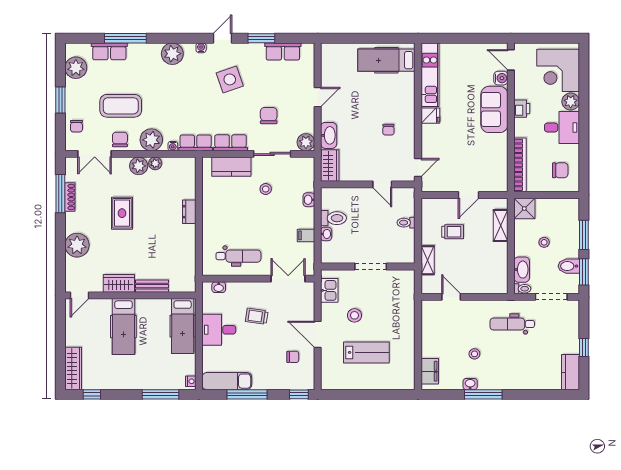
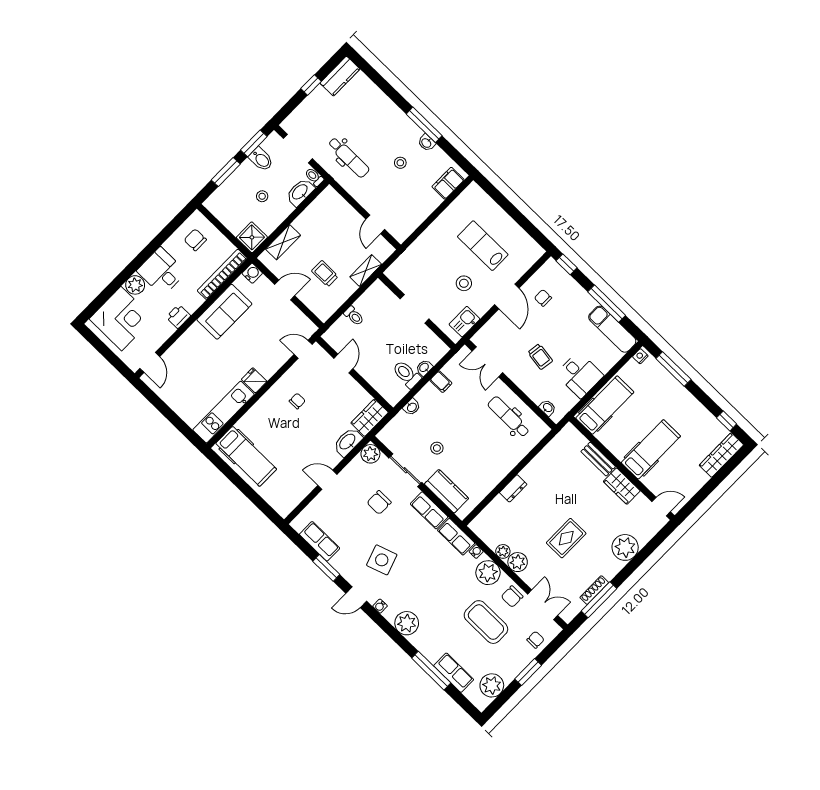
water cooler: (501, 78) -> (252, 273), moved, turned 90
sofa: (494, 109) -> (224, 312), moved

